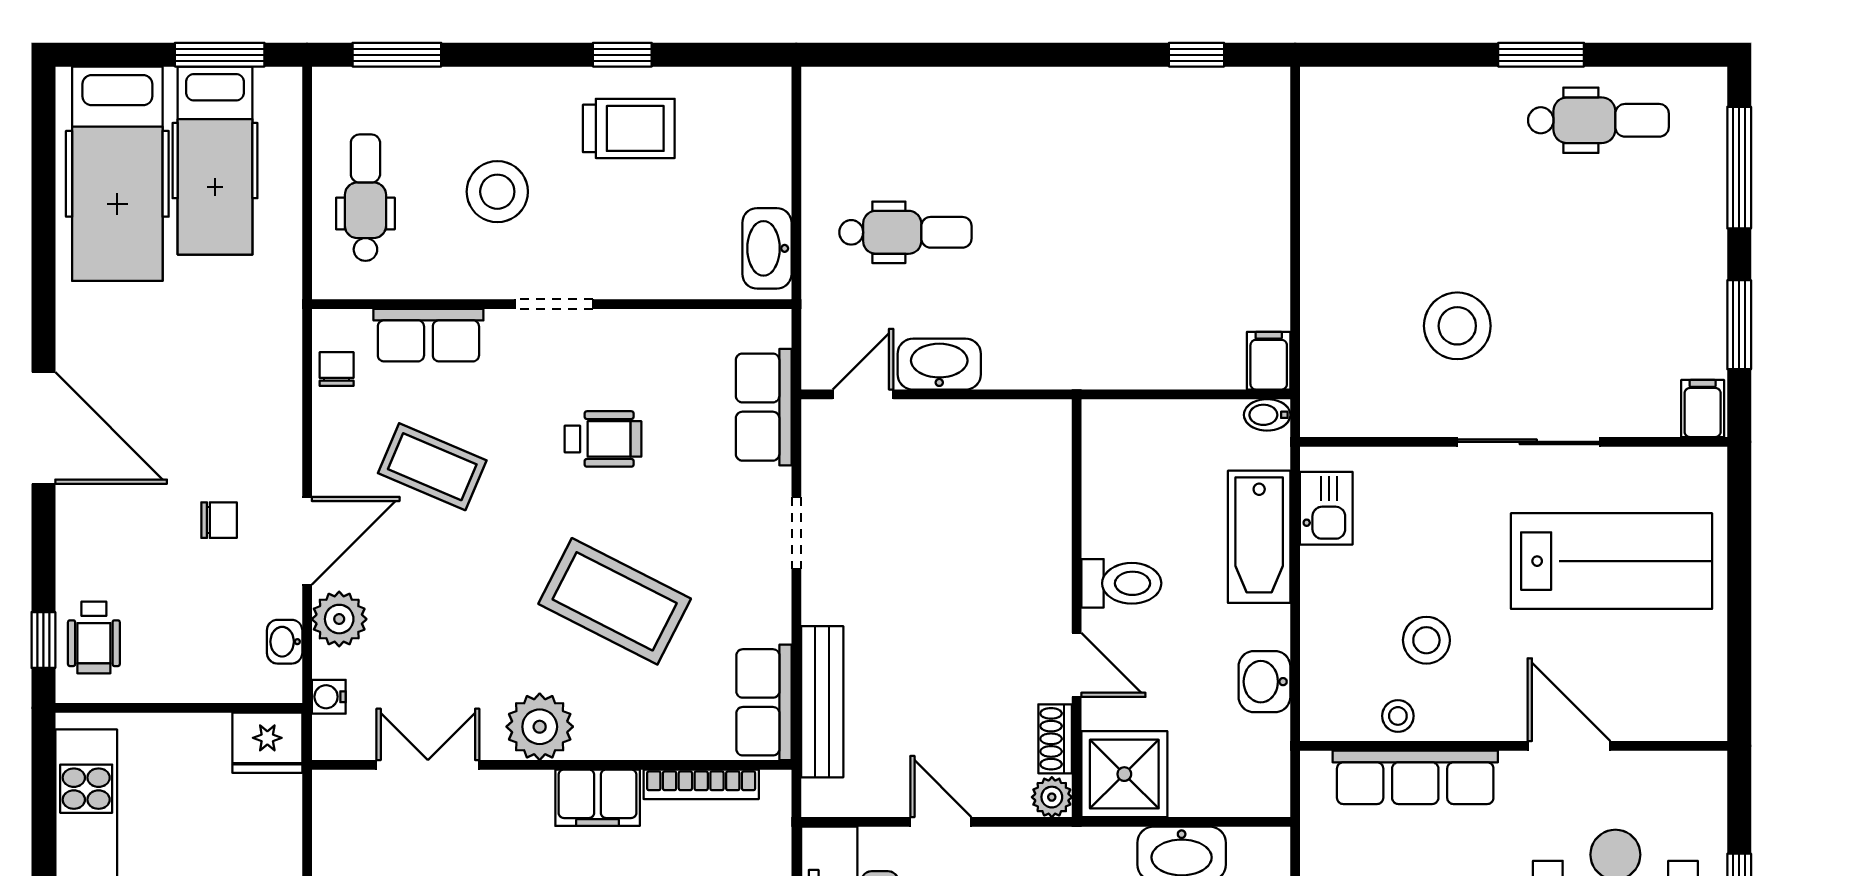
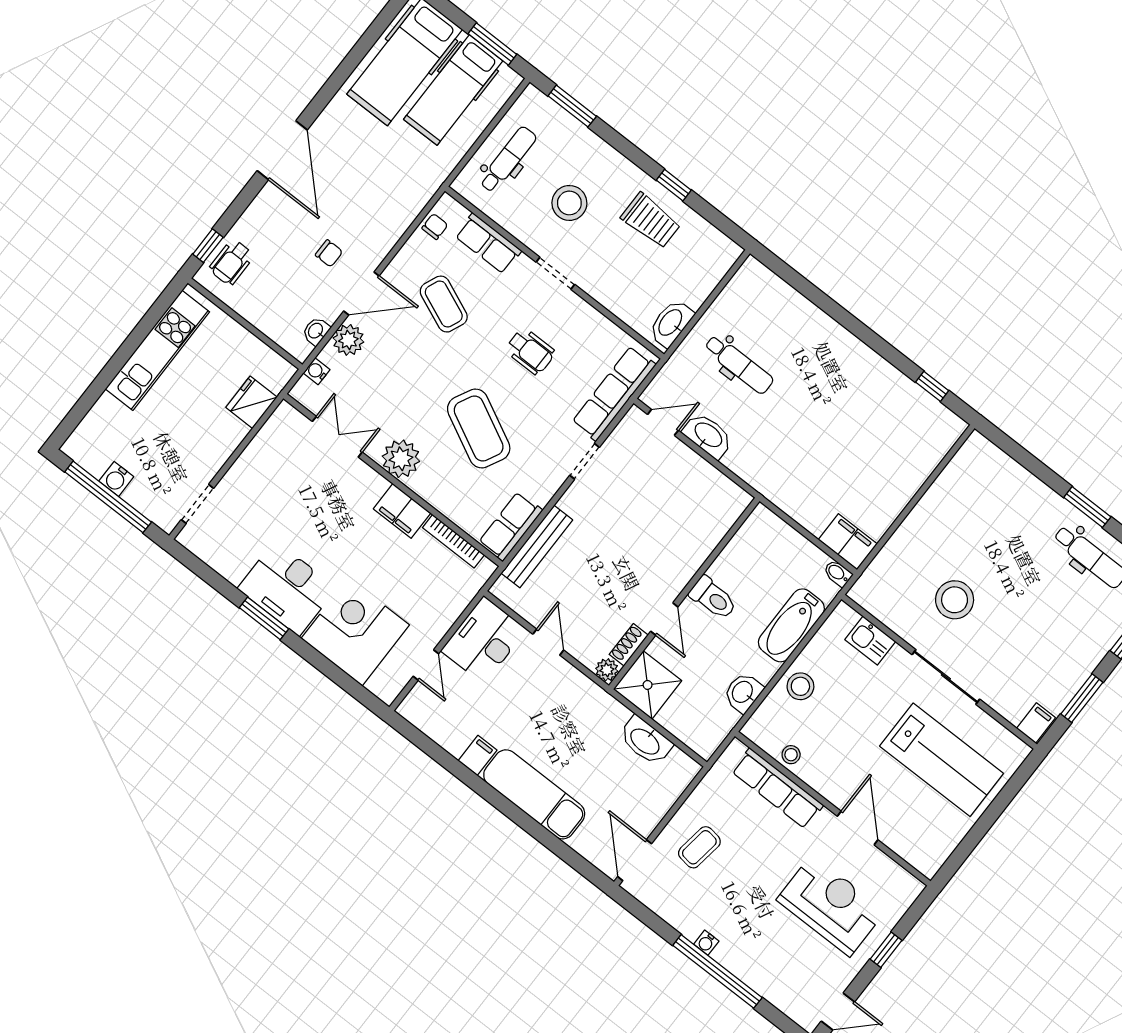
filing cabinet: (1269, 361) -> (848, 542), width x2.00
row of seats: (764, 407) -> (614, 393), width x1.48
kitchen sink: (1326, 508) -> (870, 641), moved, turned 90
stool: (1426, 640) -> (800, 686), moved
fridge: (267, 743) -> (251, 402), moved, turned 90

